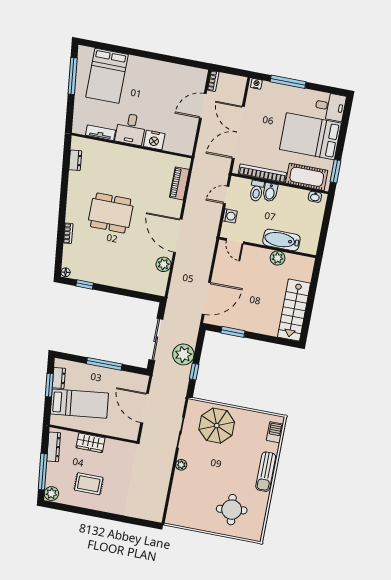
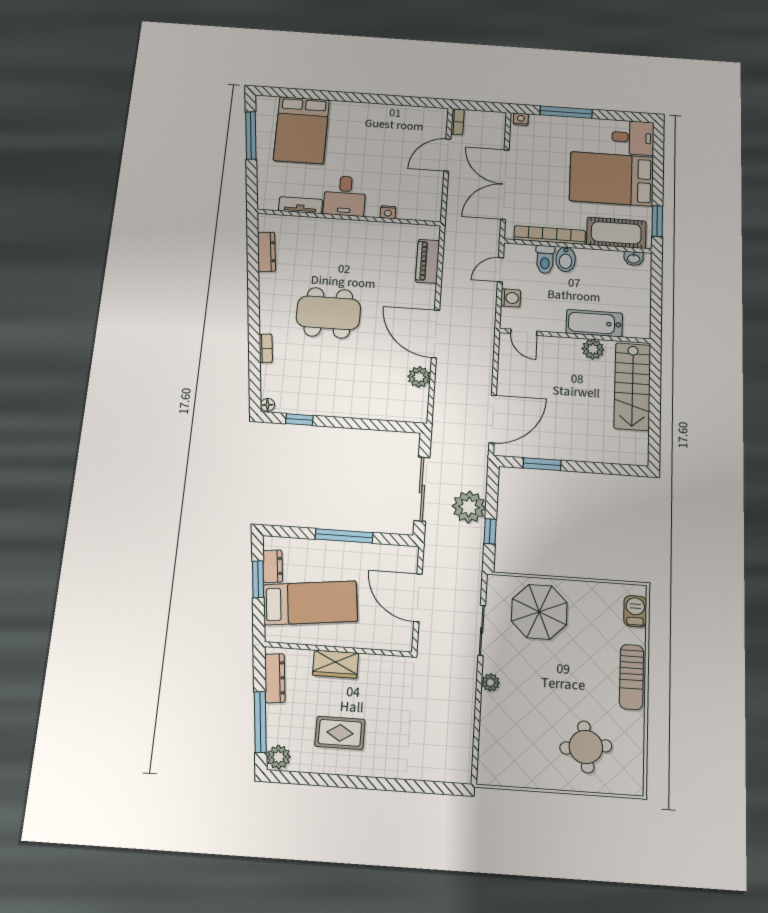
nightstand: (154, 140) -> (388, 212), width x0.53, depth x0.56
dresser: (75, 160) -> (266, 252), width x1.44
stairs: (294, 310) -> (632, 387), moved

